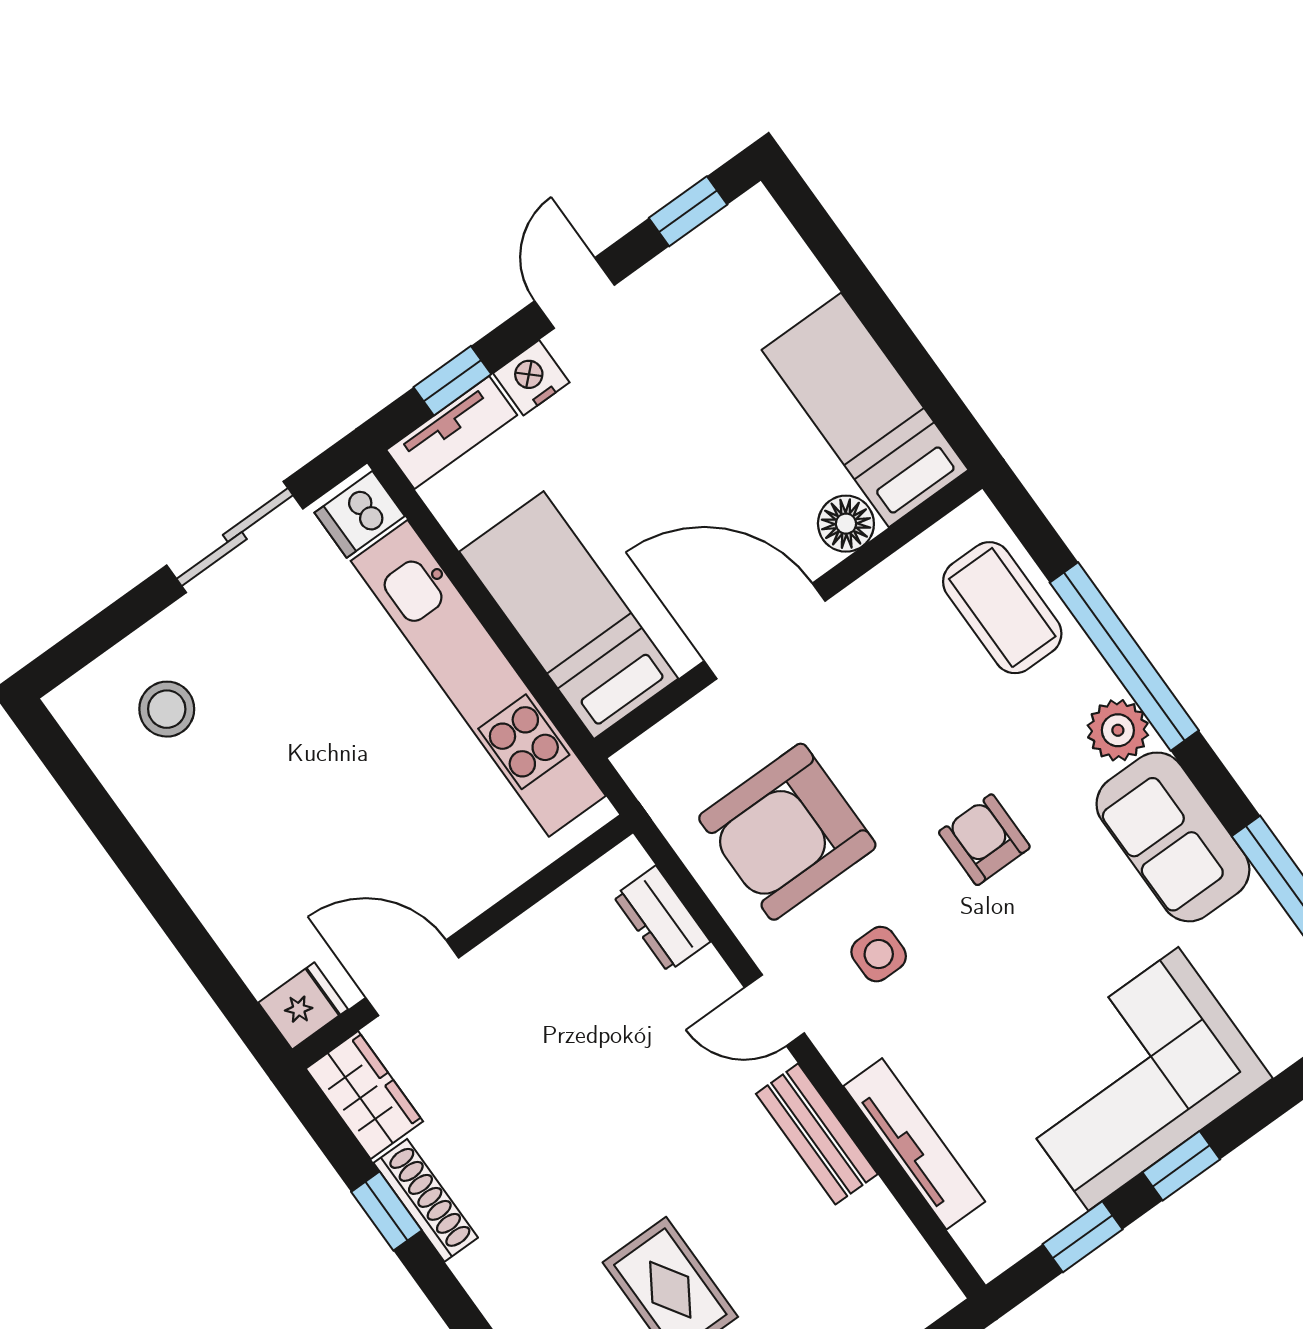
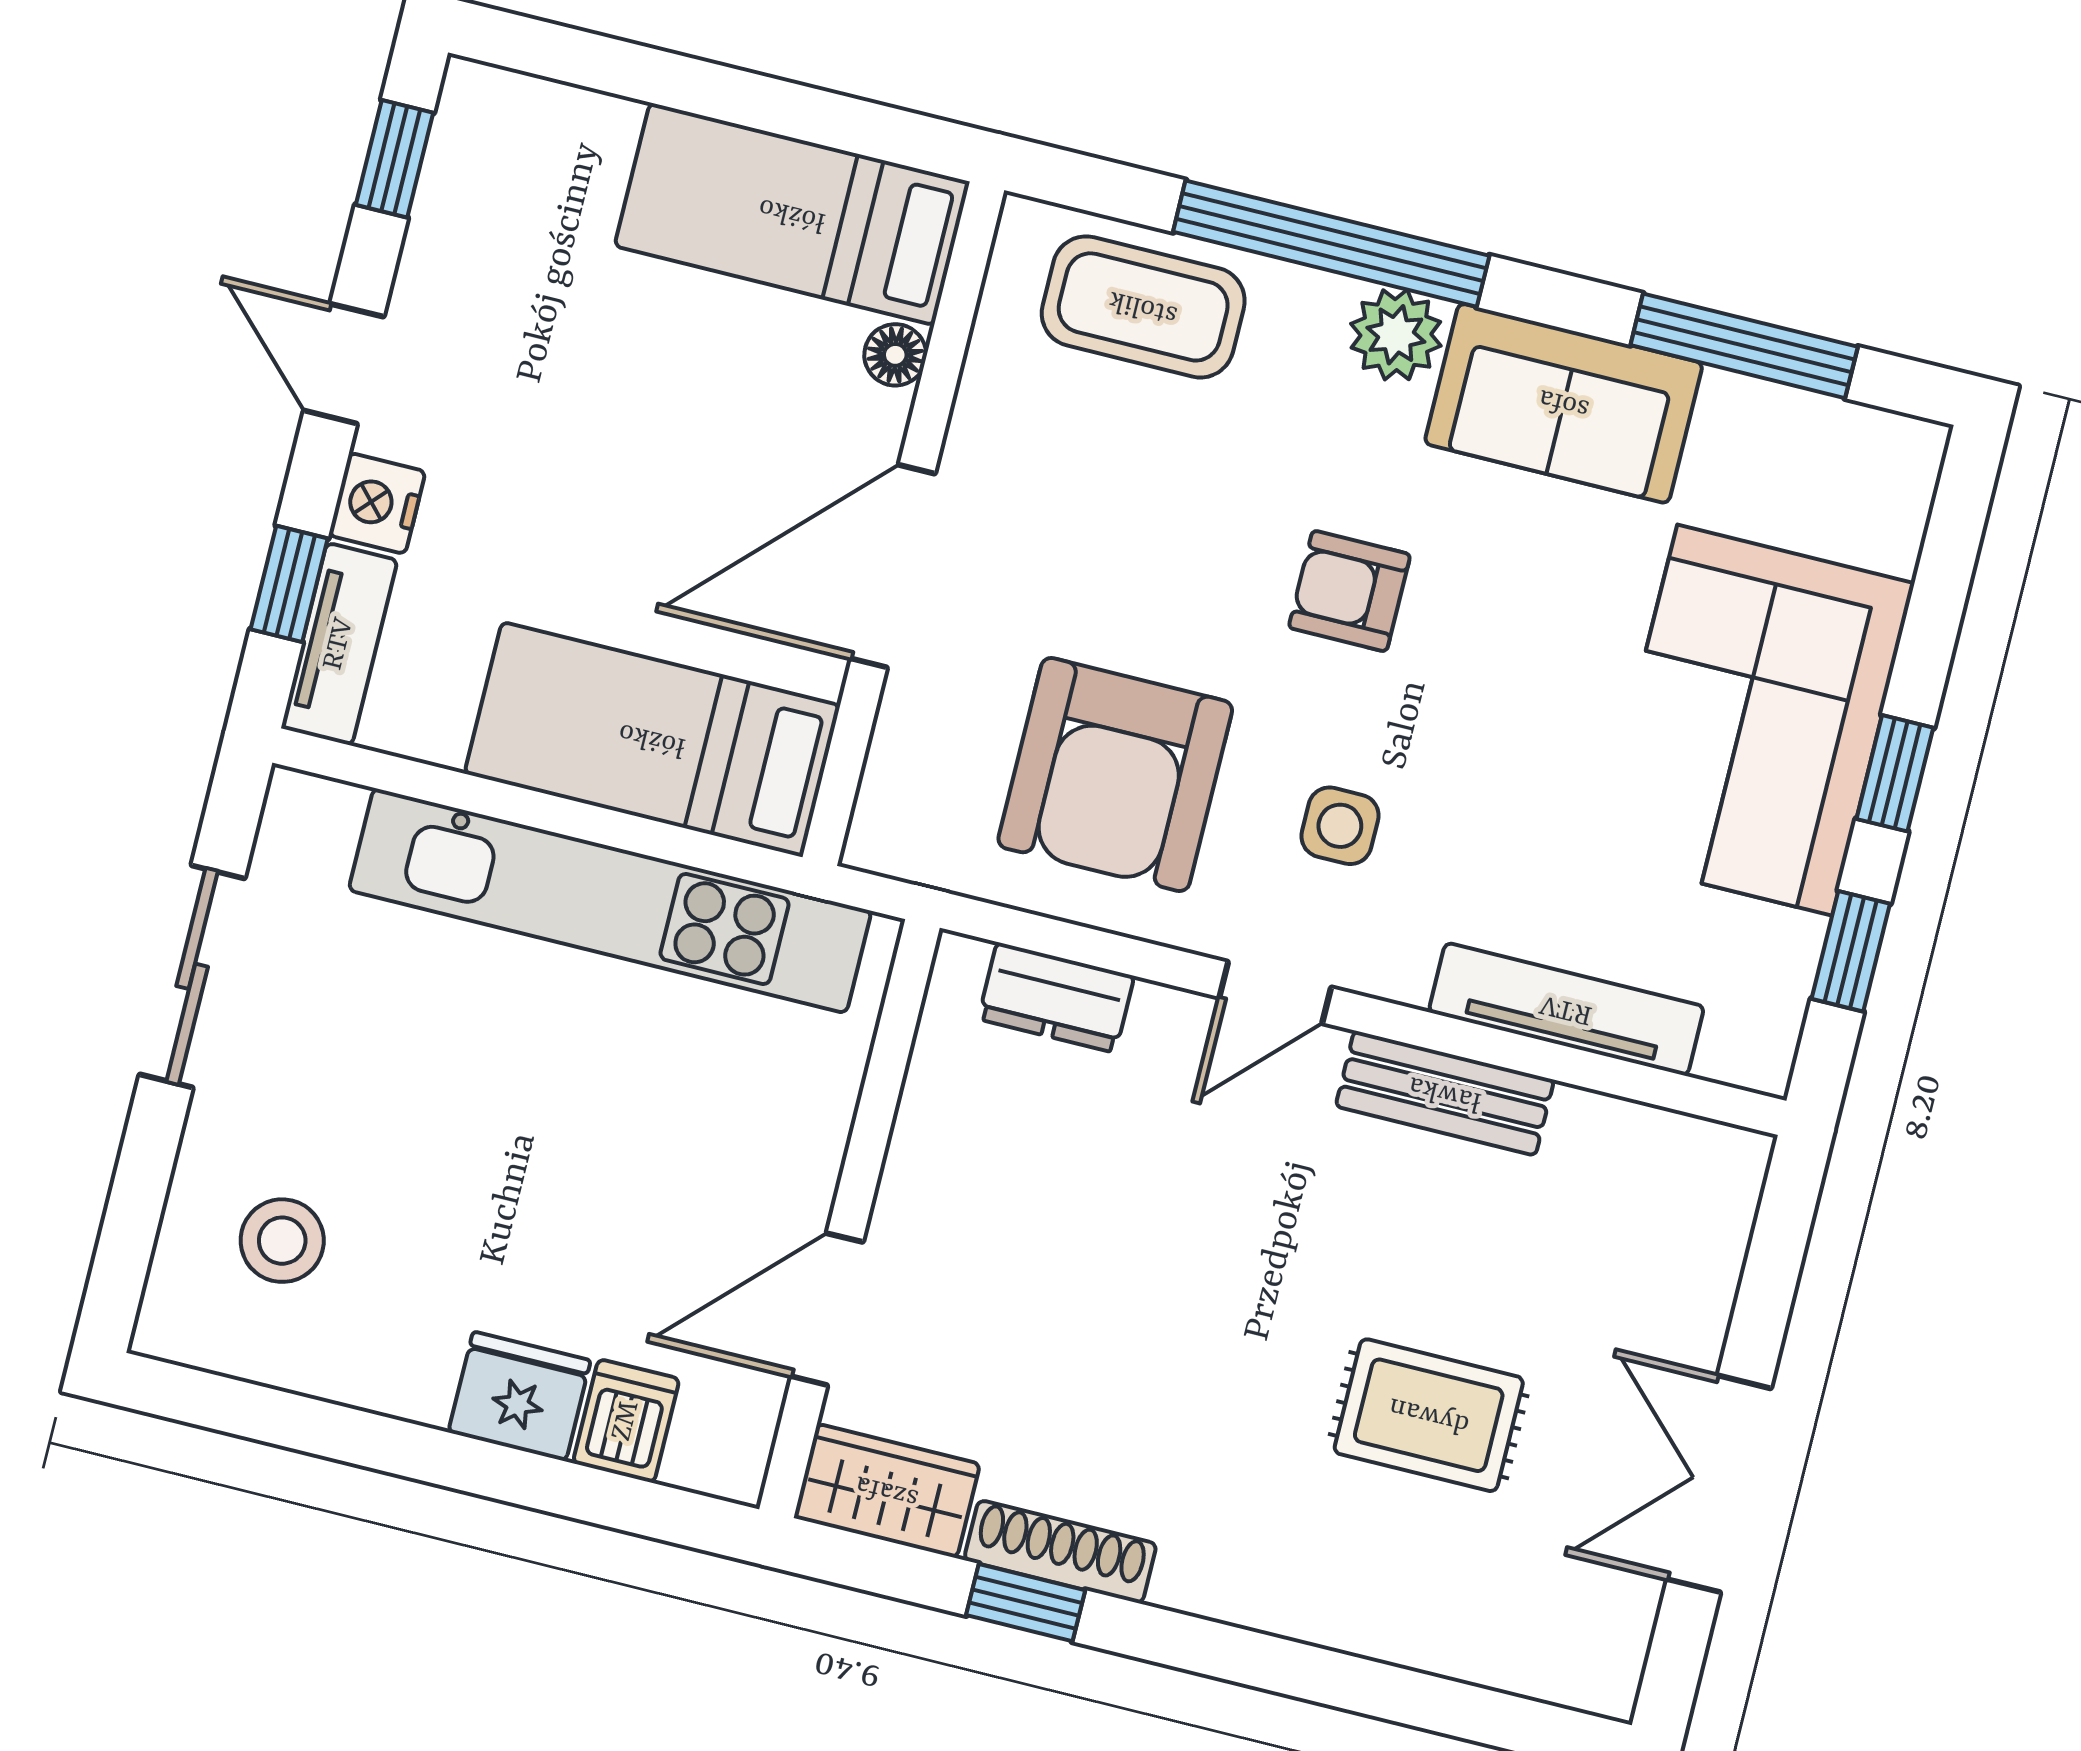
dishwasher: (360, 514) -> (626, 1421), moved, turned 180
floor lamp: (846, 524) -> (895, 355), width x0.73, depth x0.73
fridge: (303, 1006) -> (519, 1396), moved, width x1.38

